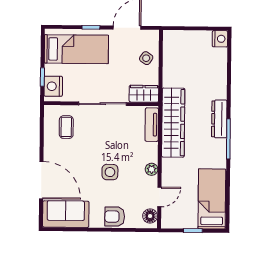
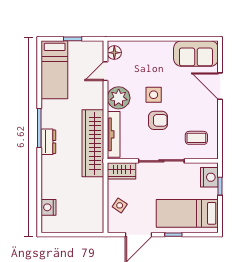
nightstand: (220, 39) -> (48, 207), moved
dresser: (219, 119) -> (48, 142), width x0.70
tv unit: (152, 125) -> (114, 134), width x1.41
coffee table: (66, 127) -> (196, 138), turned 90
plant: (152, 169) -> (119, 98), width x1.88, depth x1.88
door: (41, 180) -> (220, 86), width x0.73
armchair: (115, 217) -> (158, 120), moved

